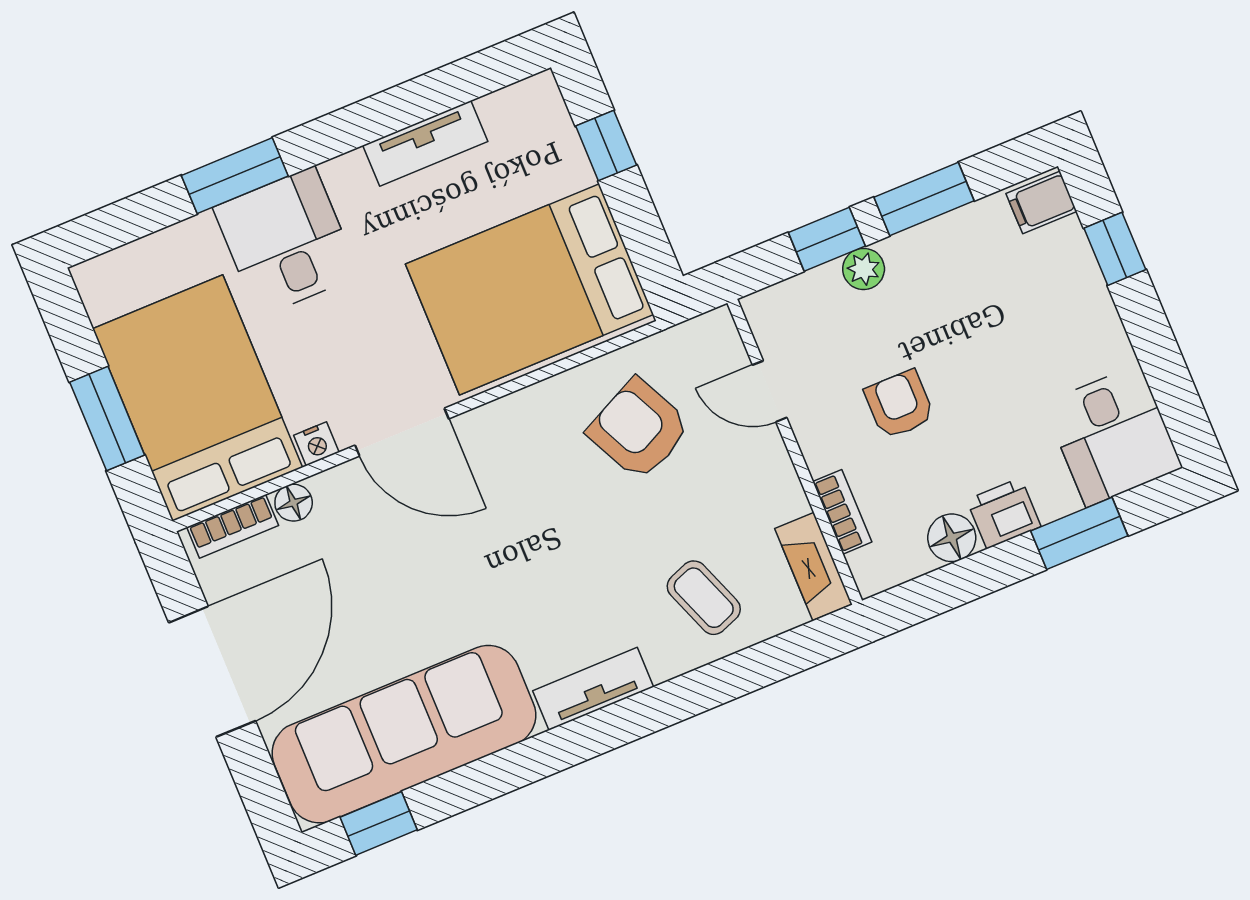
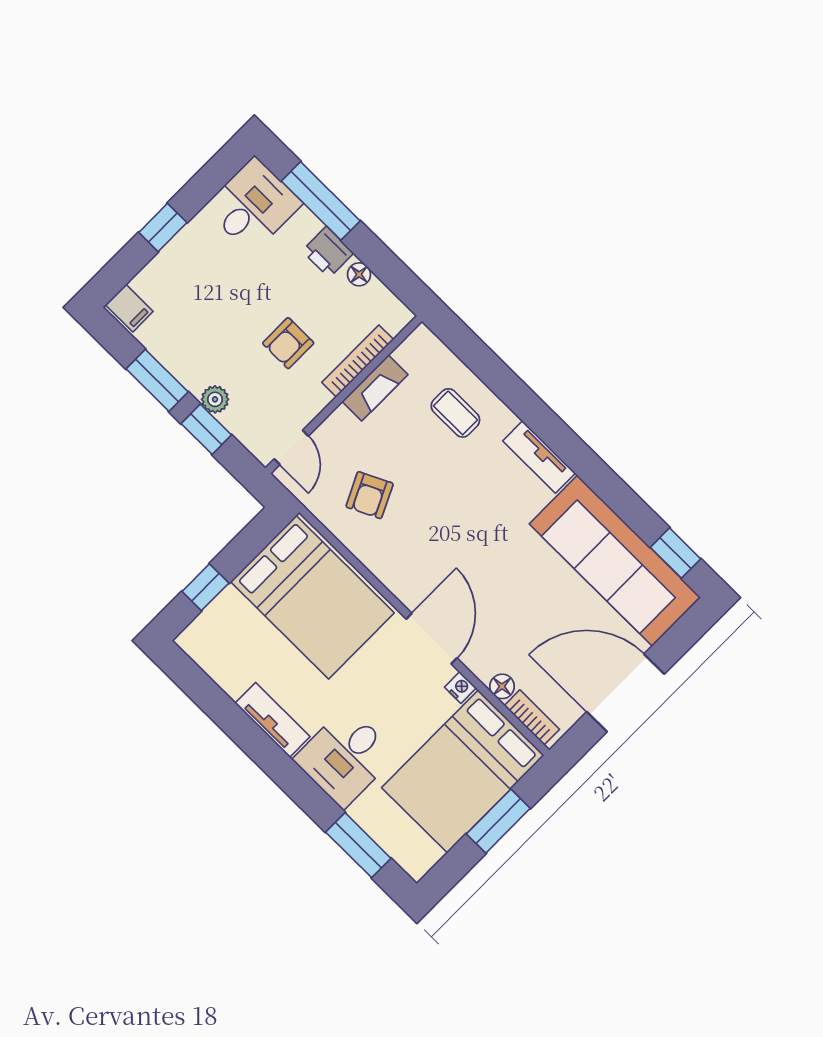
tv unit: (425, 143) -> (272, 720), moved
window: (235, 176) -> (358, 845), moved
window: (1115, 249) -> (163, 228), moved
door: (770, 391) -> (291, 447), moved
armchair: (639, 429) -> (370, 495), width x0.72, depth x0.72
bookcase: (842, 512) -> (358, 361), width x1.56
window: (1079, 533) -> (321, 201), width x1.44
floor lamp: (952, 538) -> (359, 274), width x0.73, depth x0.73
fireplace: (813, 566) -> (375, 388), moved
coffee table: (704, 598) -> (455, 413), turned -69

